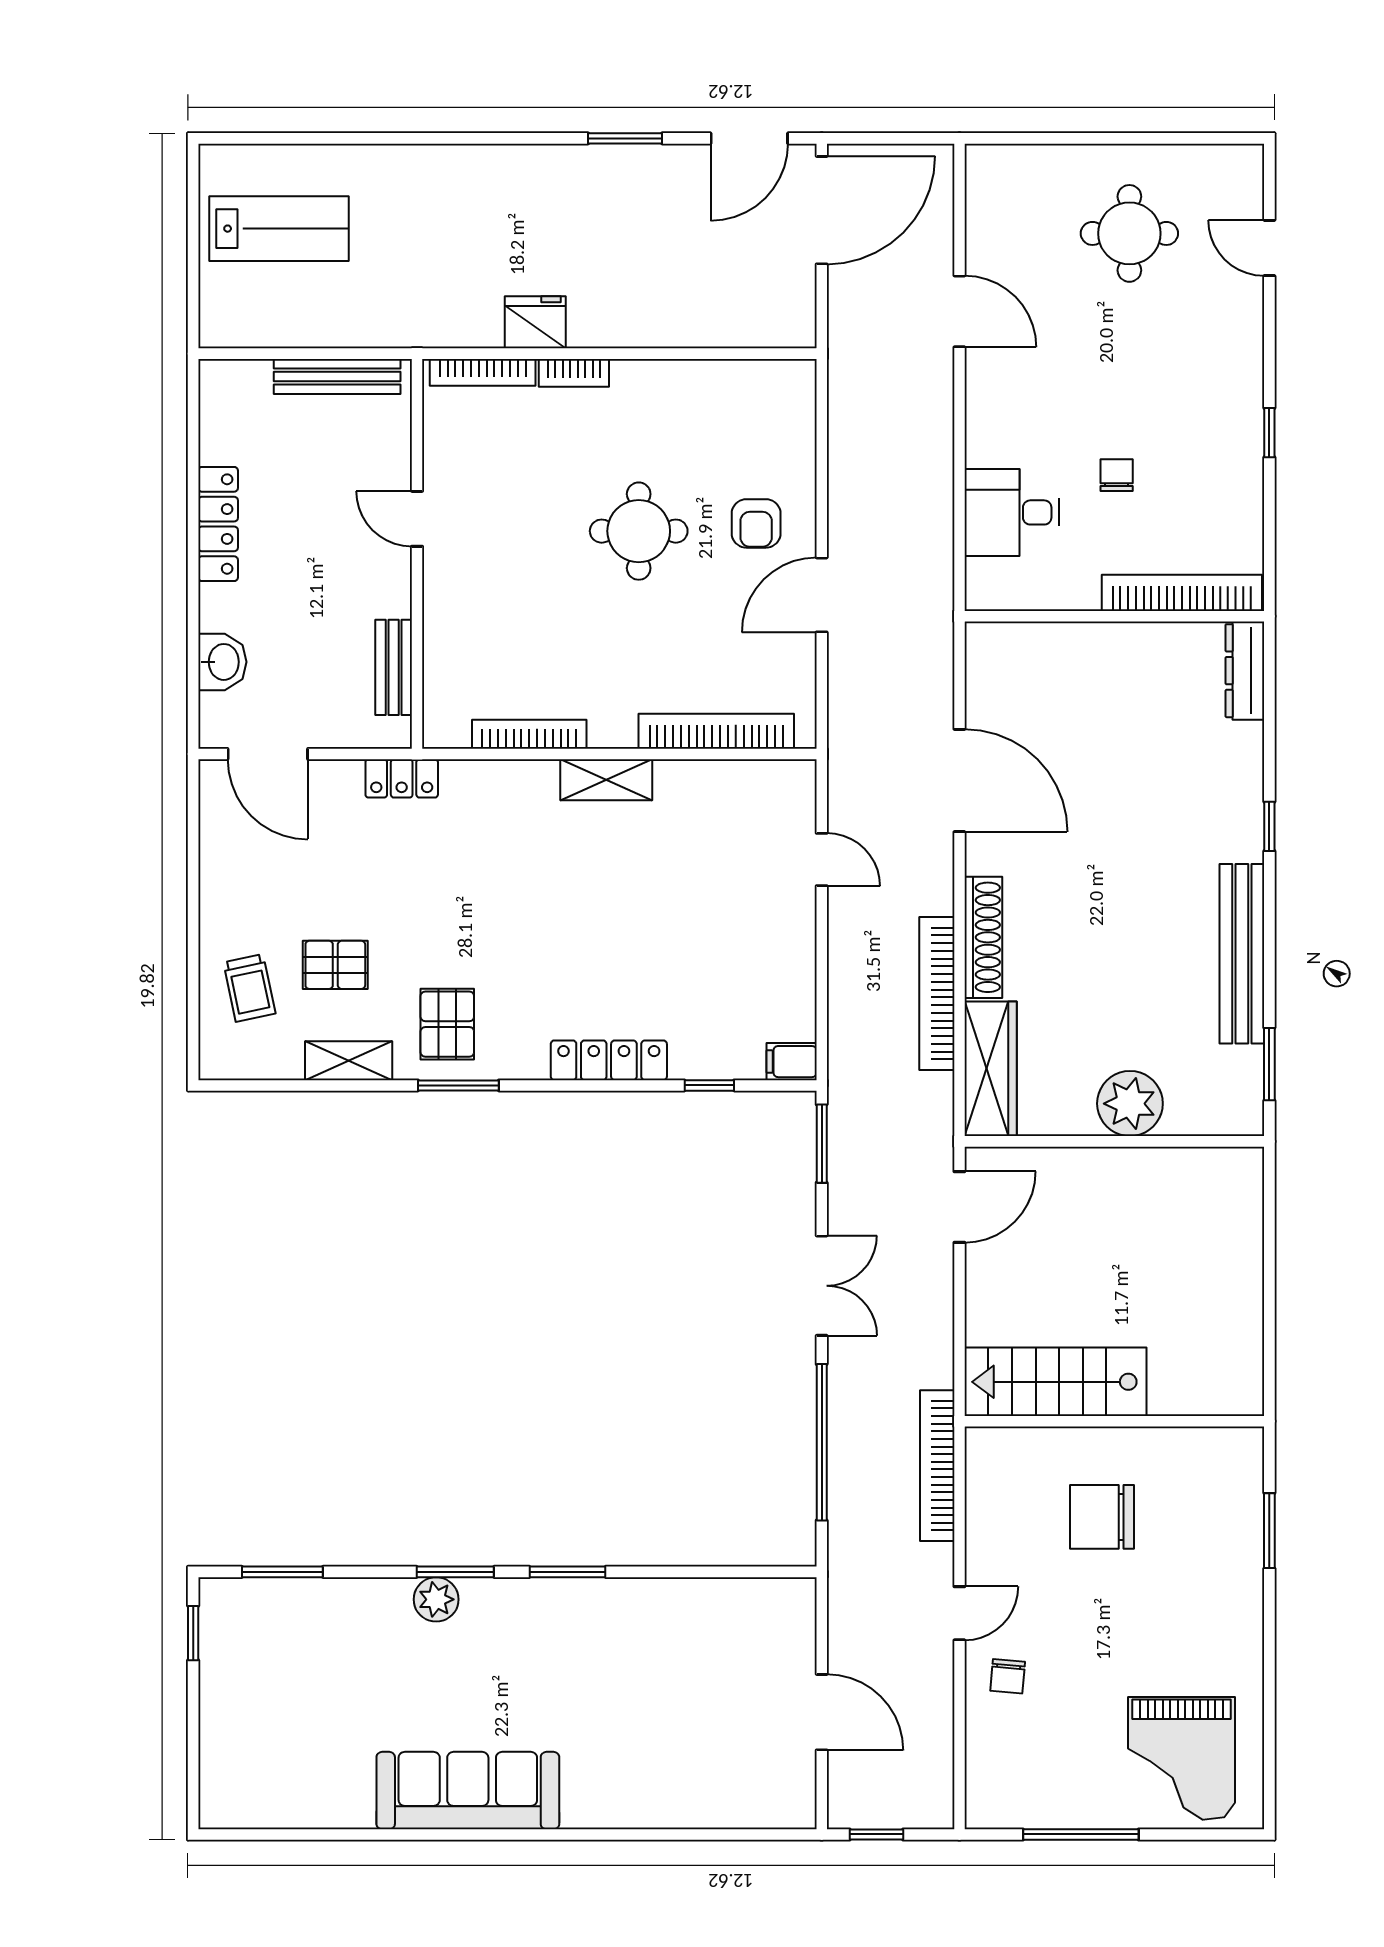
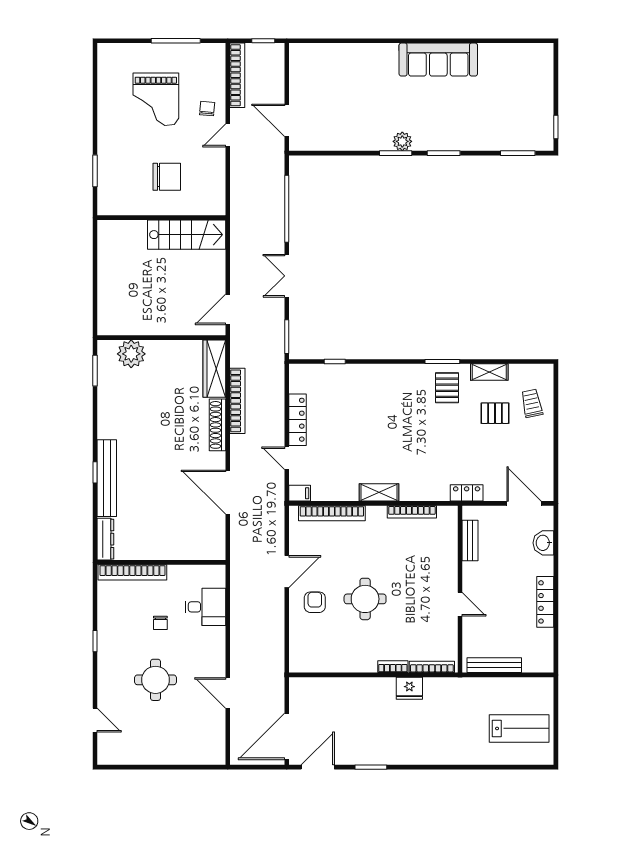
lab bench: (279, 229) -> (519, 728), turned 180
round table: (1129, 233) -> (155, 680), moved
bench: (1242, 954) -> (107, 478), moved
locker: (609, 1060) -> (297, 420), moved, turned -90
filing cabinet: (792, 1062) -> (300, 493), moved
plant: (1130, 1104) -> (131, 354), moved
bookcase: (937, 1466) -> (237, 75), moved
plant: (436, 1599) -> (402, 141), moved
door: (822, 1712) -> (287, 120), moved
grand piano: (1182, 1758) -> (156, 99), moved, turned 180

